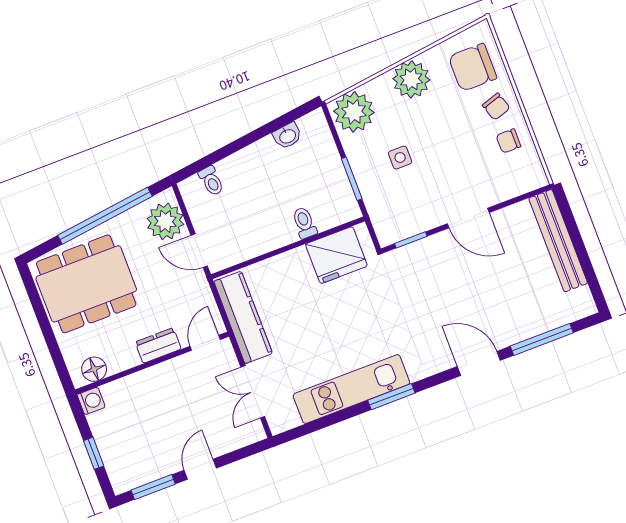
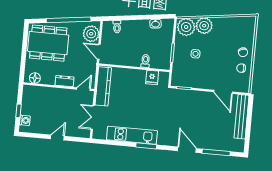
chair: (473, 67) -> (241, 32), removed
plant: (411, 79) -> (204, 26), moved
door: (468, 218) -> (223, 92), moved
fridge: (336, 255) -> (152, 77), width x0.53, depth x0.75
washing machine: (91, 401) -> (25, 120), moved
window: (153, 487) -> (35, 136), removed

